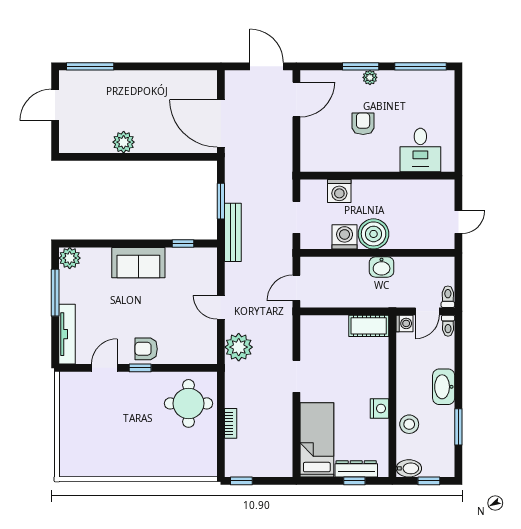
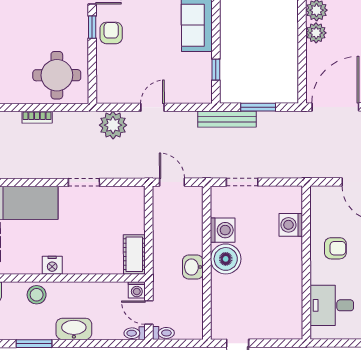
plant: (146, 143) -> (316, 33), added
desk: (420, 150) -> (332, 305), moved
wall: (377, 176) -> (306, 263), moved
washing machine: (339, 191) -> (291, 225), moved

